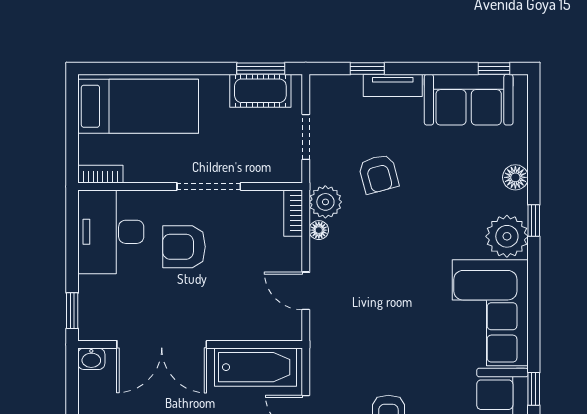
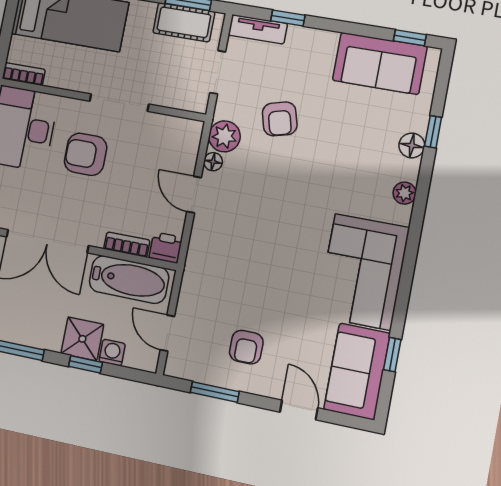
tv unit: (393, 85) -> (258, 29), moved
bookcase: (293, 213) -> (127, 245), moved, turned 90
window: (534, 221) -> (433, 132), moved
plant: (507, 236) -> (404, 193), width x0.53, depth x0.53
door: (306, 291) -> (194, 195), moved
printer: (287, 327) -> (166, 248), added

